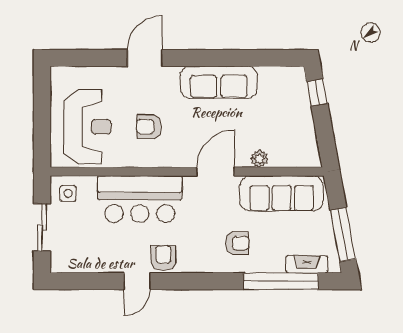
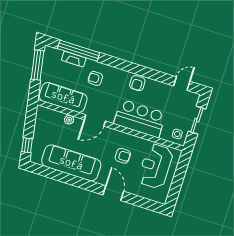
door: (145, 58) -> (113, 193), swing flipped
sofa: (219, 82) -> (71, 163), width x1.36, depth x1.27
fireplace: (307, 264) -> (74, 59), moved
door: (137, 281) -> (182, 84), moved

